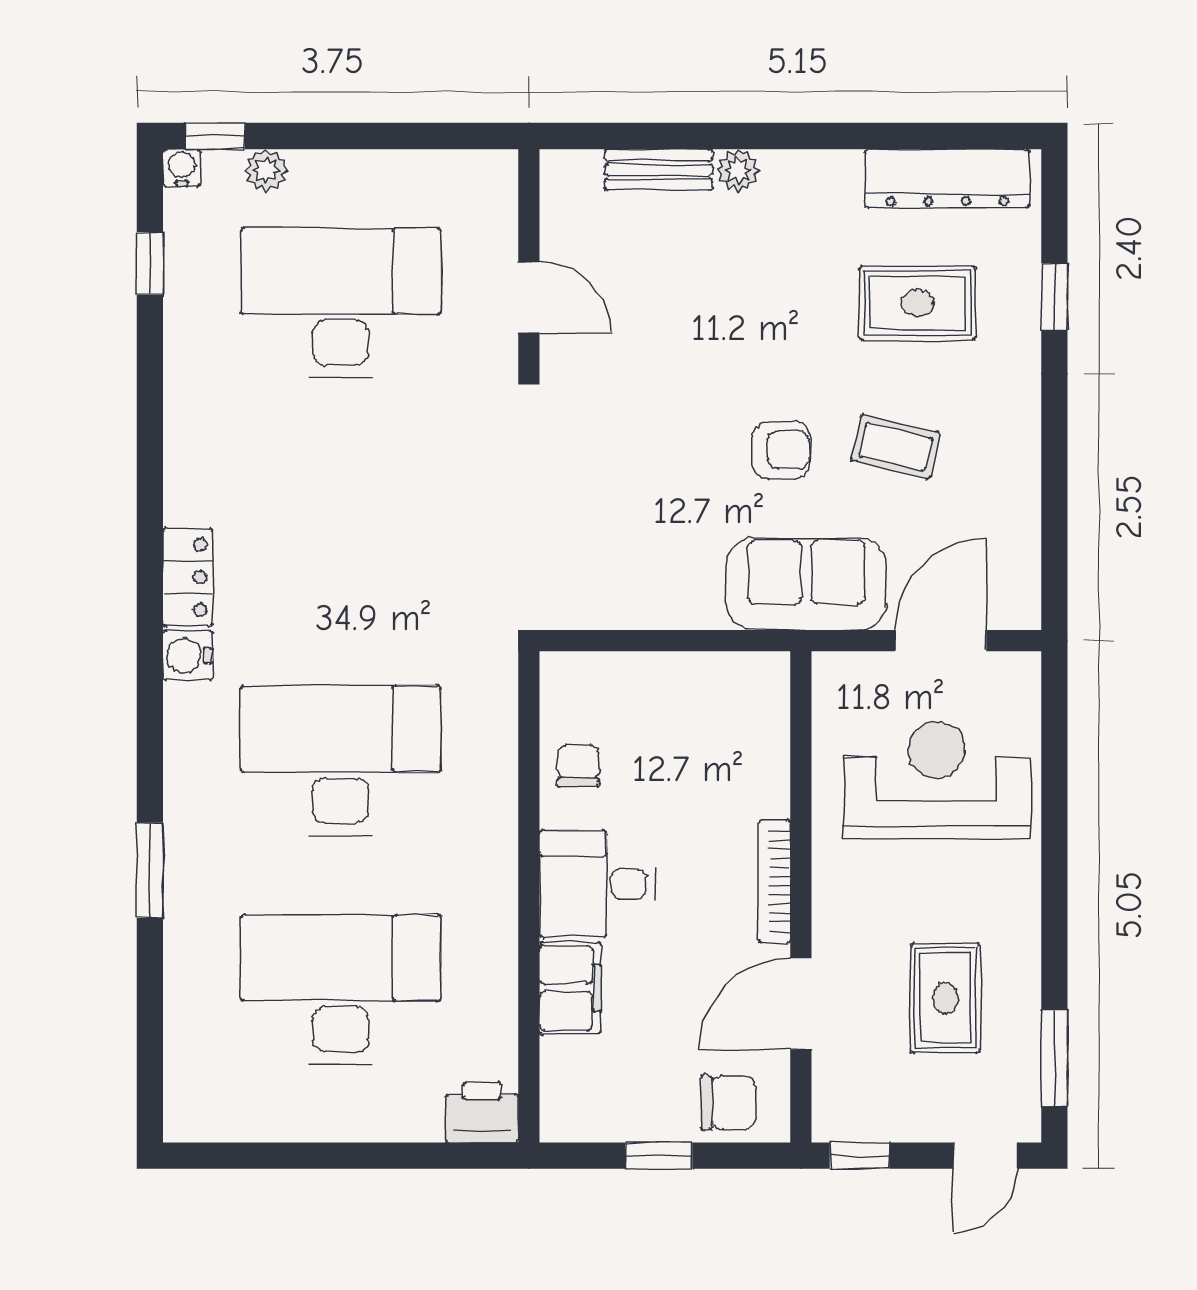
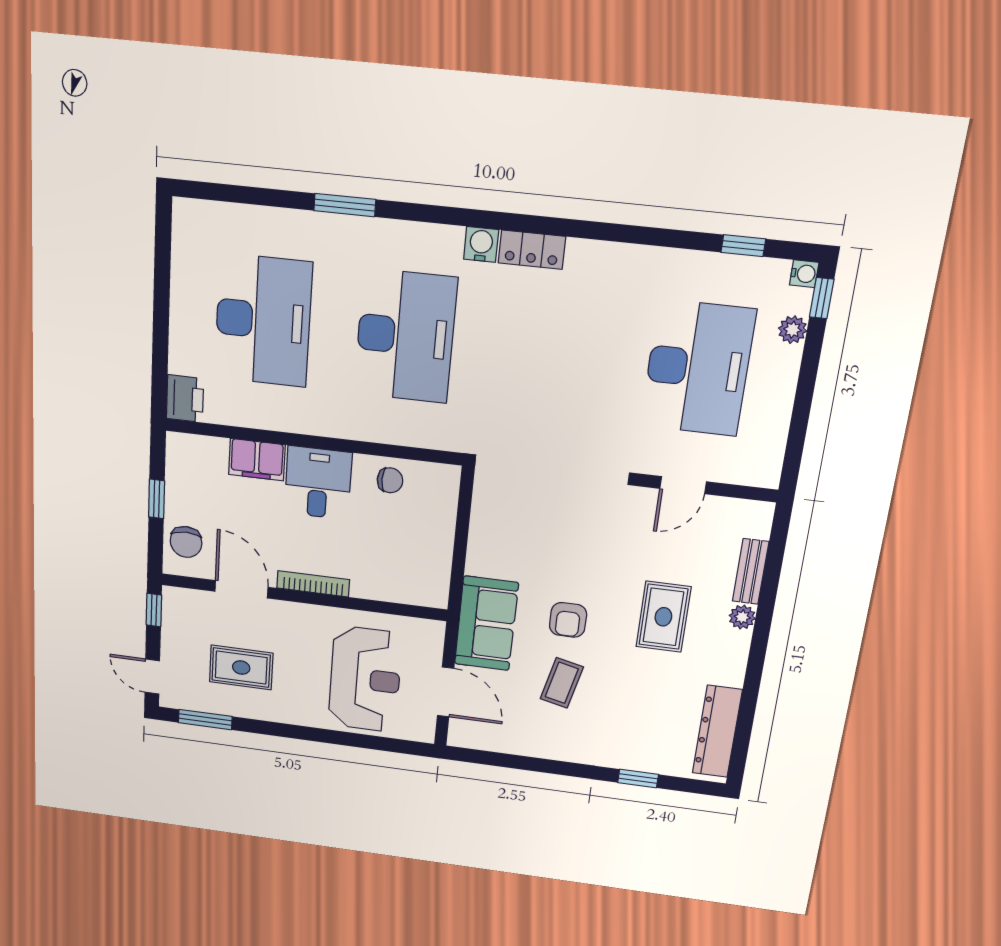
rug: (917, 303) -> (663, 617), moved

